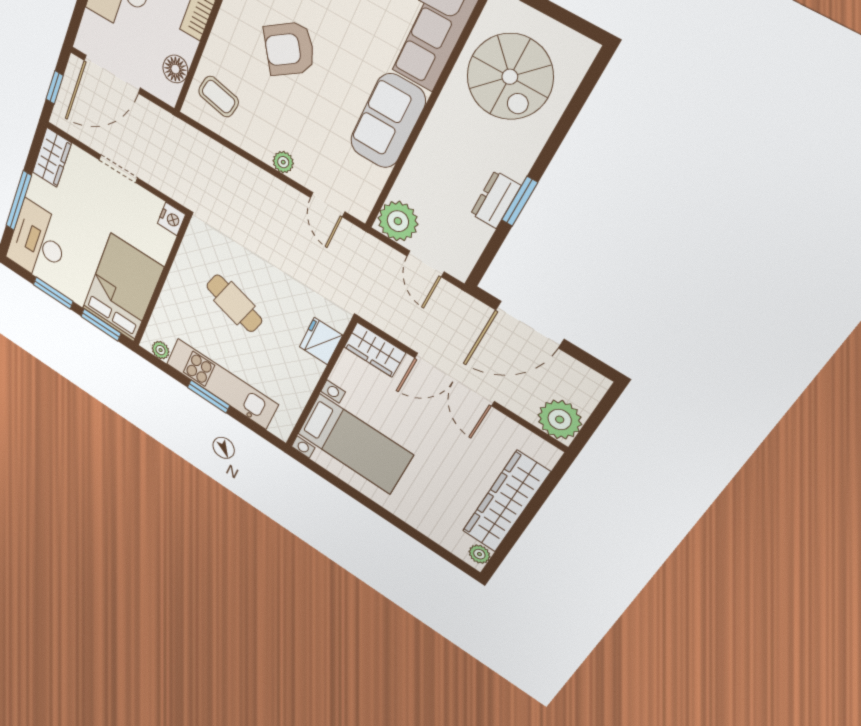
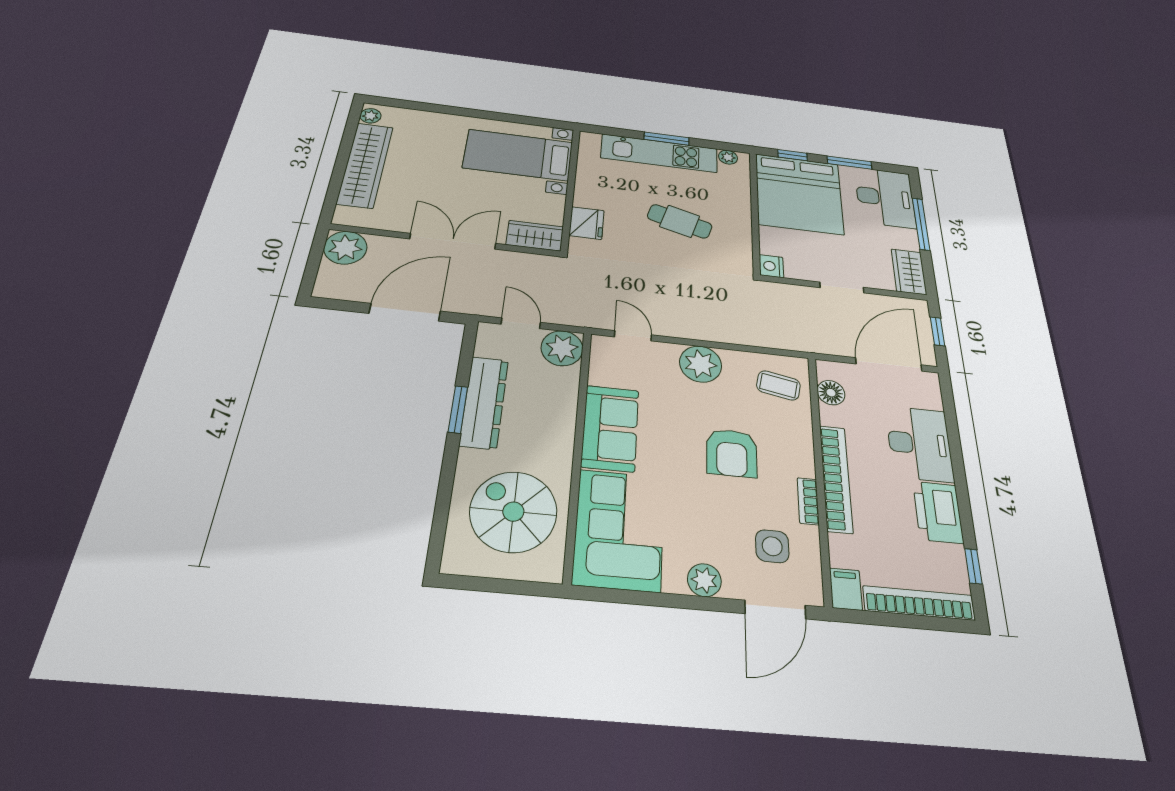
armchair: (289, 49) -> (732, 453), turned 124
plant: (283, 162) -> (701, 364), width x1.88, depth x1.88
dresser: (496, 200) -> (484, 402), width x1.96, depth x1.24
bed: (123, 288) -> (799, 194), width x1.36
window: (101, 325) -> (792, 155), width x0.67

